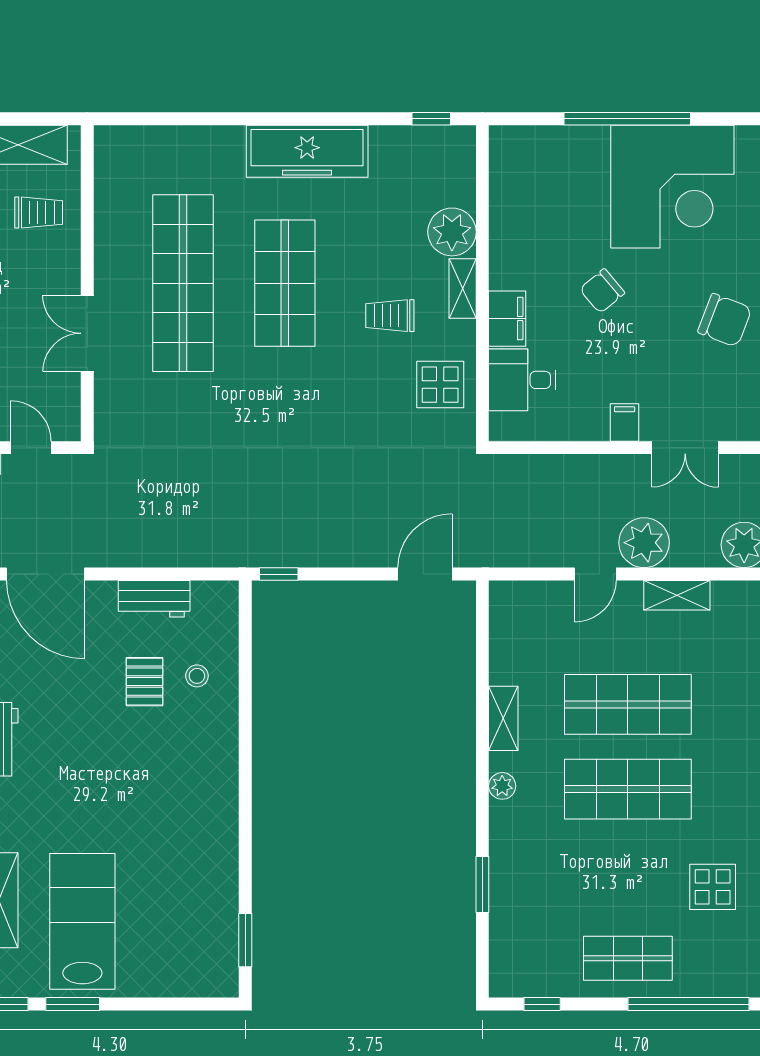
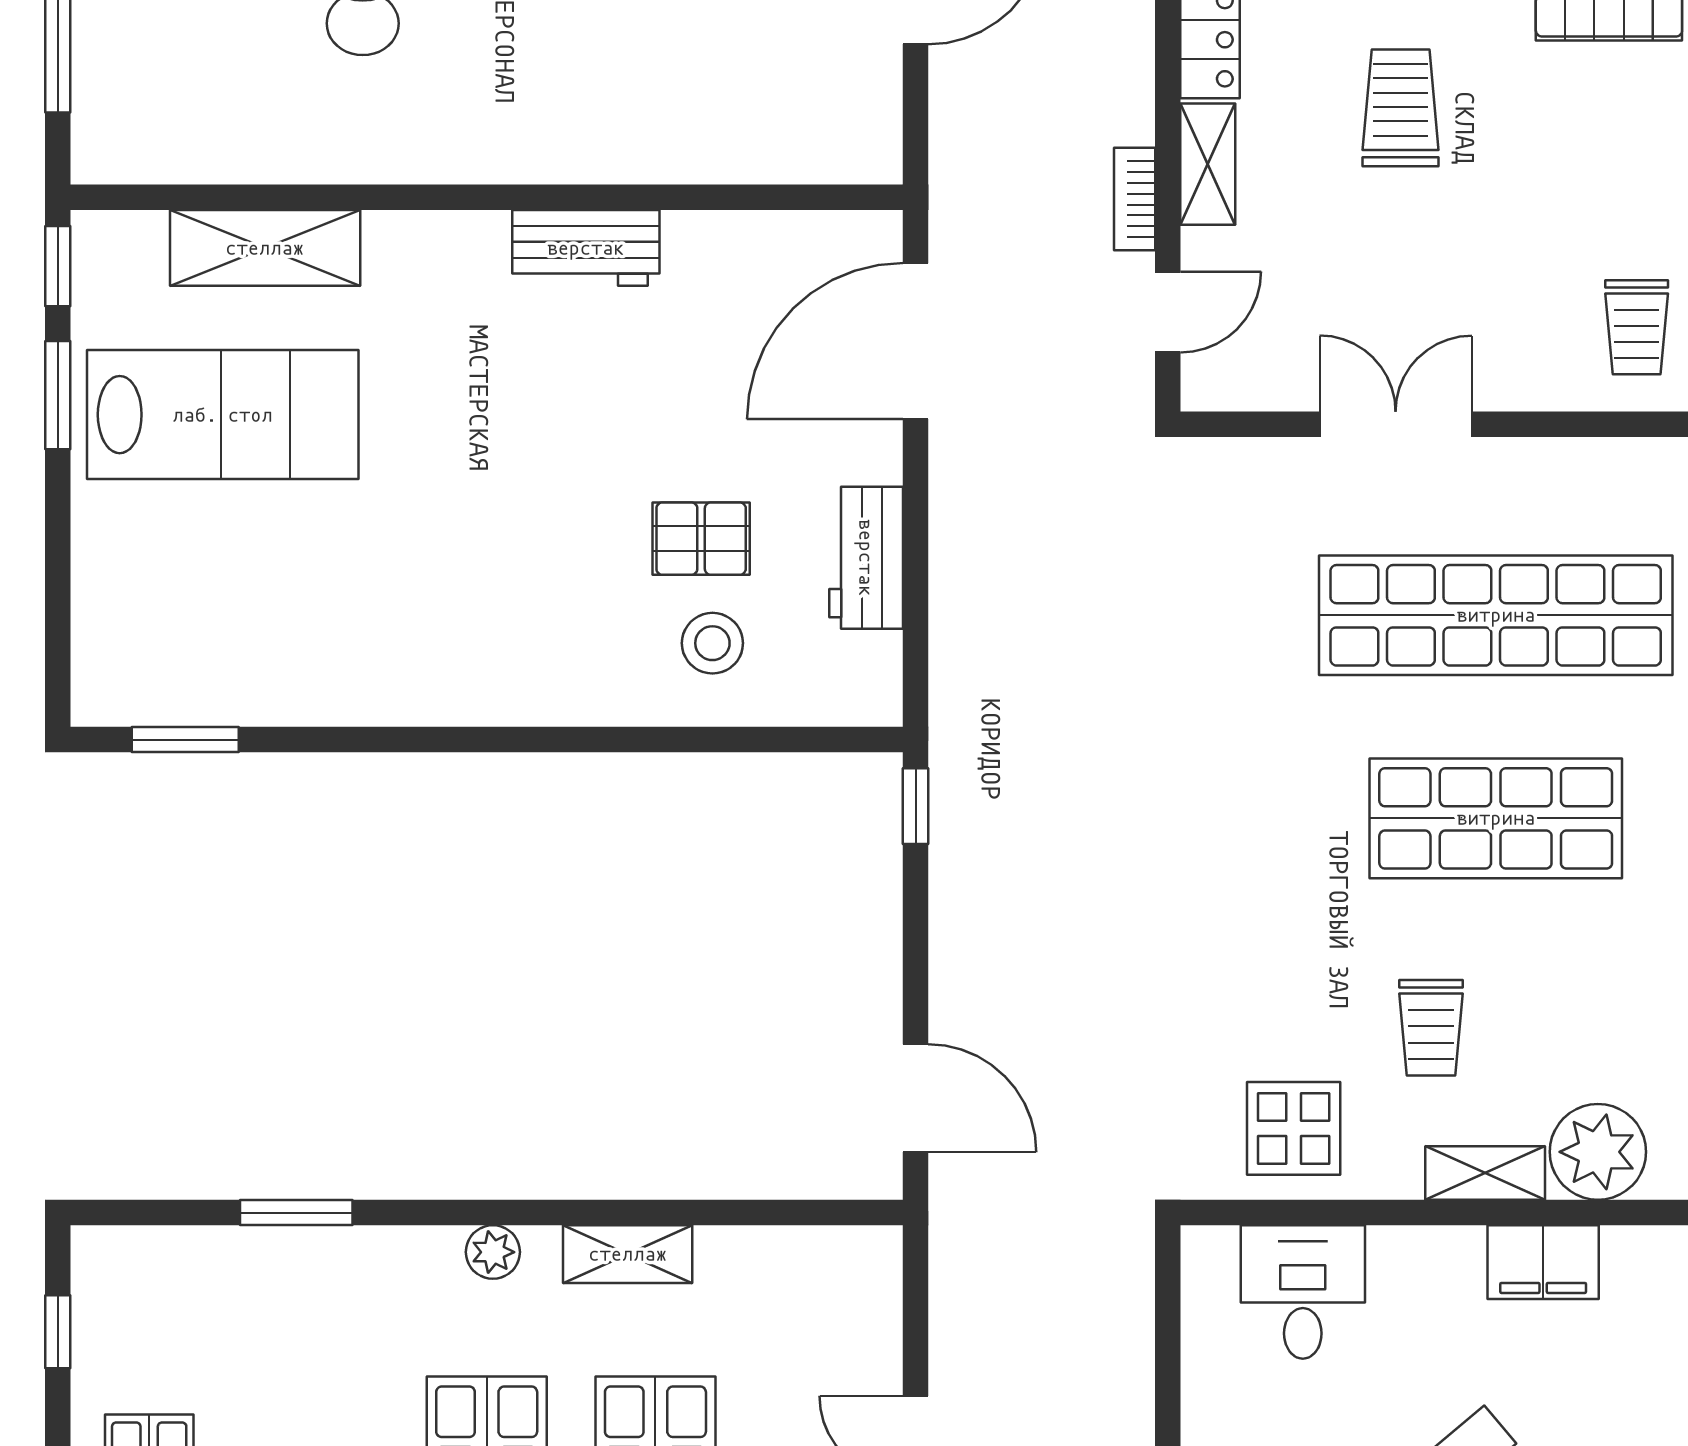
trolley: (390, 316) -> (1431, 1028), turned 180
filing cabinet: (507, 319) -> (1543, 1262), moved
stool: (197, 676) -> (712, 643), width x1.37, depth x1.37

